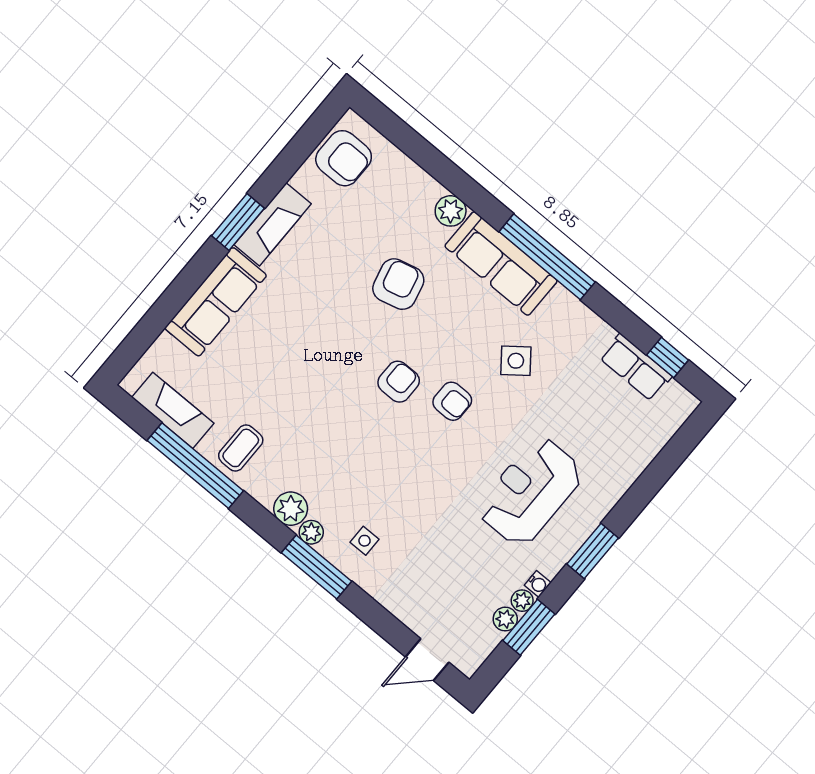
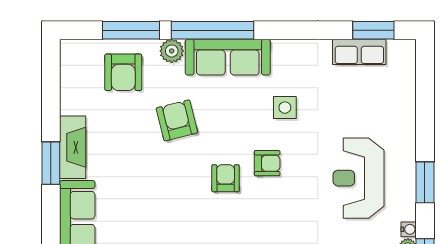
window: (427, 157) -> (131, 30), added
armchair: (344, 158) -> (123, 72), moved, turned 90
window: (547, 257) -> (212, 30), moved
window: (668, 358) -> (373, 30), width x1.50
side table: (516, 361) -> (285, 108), turned 38

